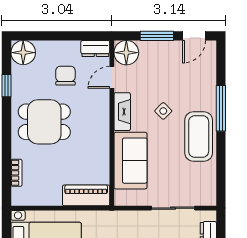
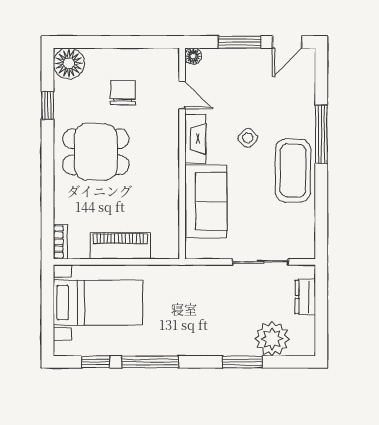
dresser: (95, 48) -> (161, 58), removed
floor lamp: (126, 53) -> (193, 56), width x0.53, depth x0.53
door: (112, 77) -> (182, 95), swing flipped
bookcase: (16, 173) -> (60, 242), moved
piano: (86, 195) -> (120, 246), moved

